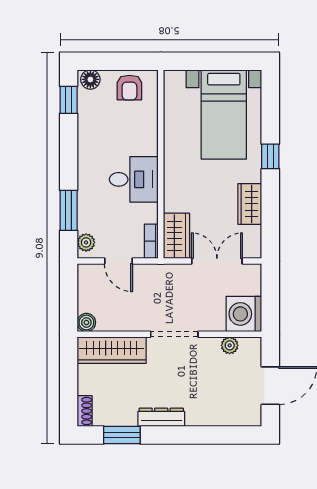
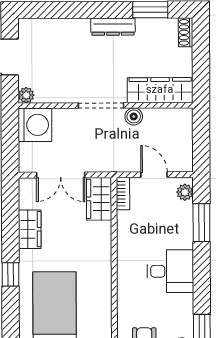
desk: (134, 179) -> (170, 271), moved, turned 180
boiler: (86, 322) -> (134, 116), moved
plant: (230, 345) -> (26, 95), moved

